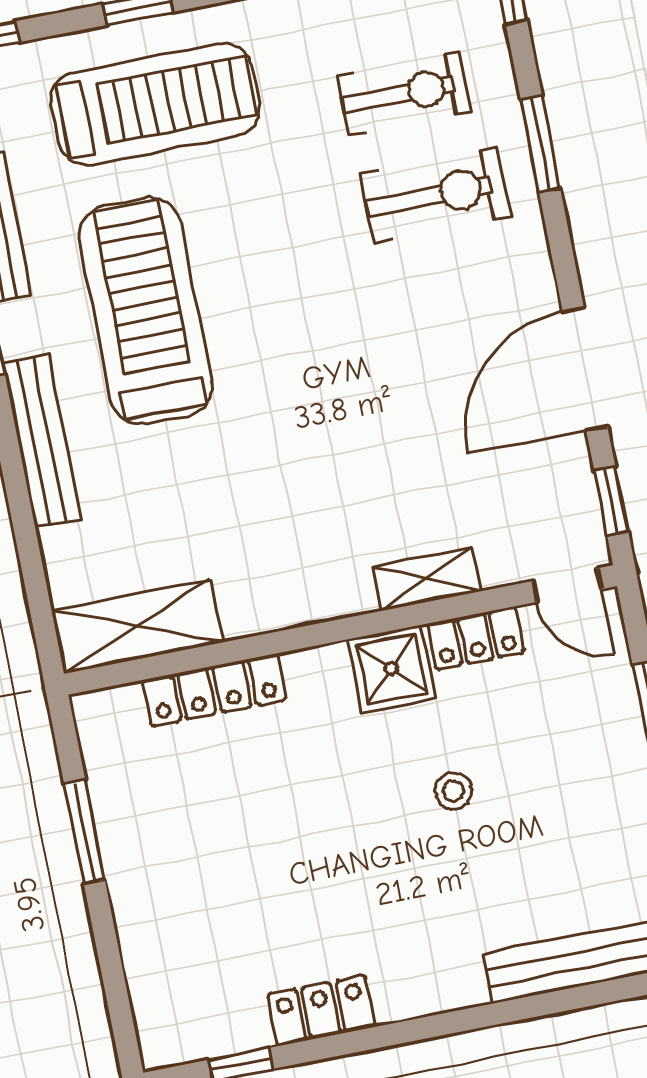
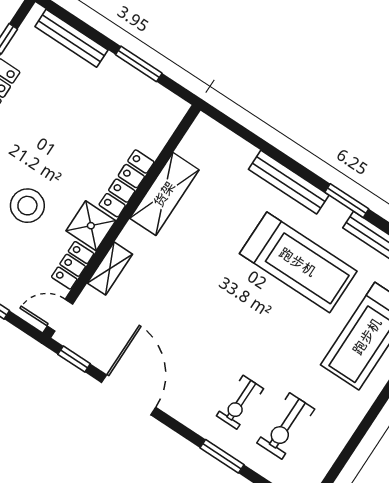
exercise bike: (435, 195) -> (240, 402), width x0.73, depth x0.72
shelving: (137, 626) -> (164, 194), moved
locker: (214, 690) -> (127, 183), moved
stool: (453, 791) -> (27, 206), width x1.89, depth x1.89
bench: (144, 968) -> (71, 38), added

